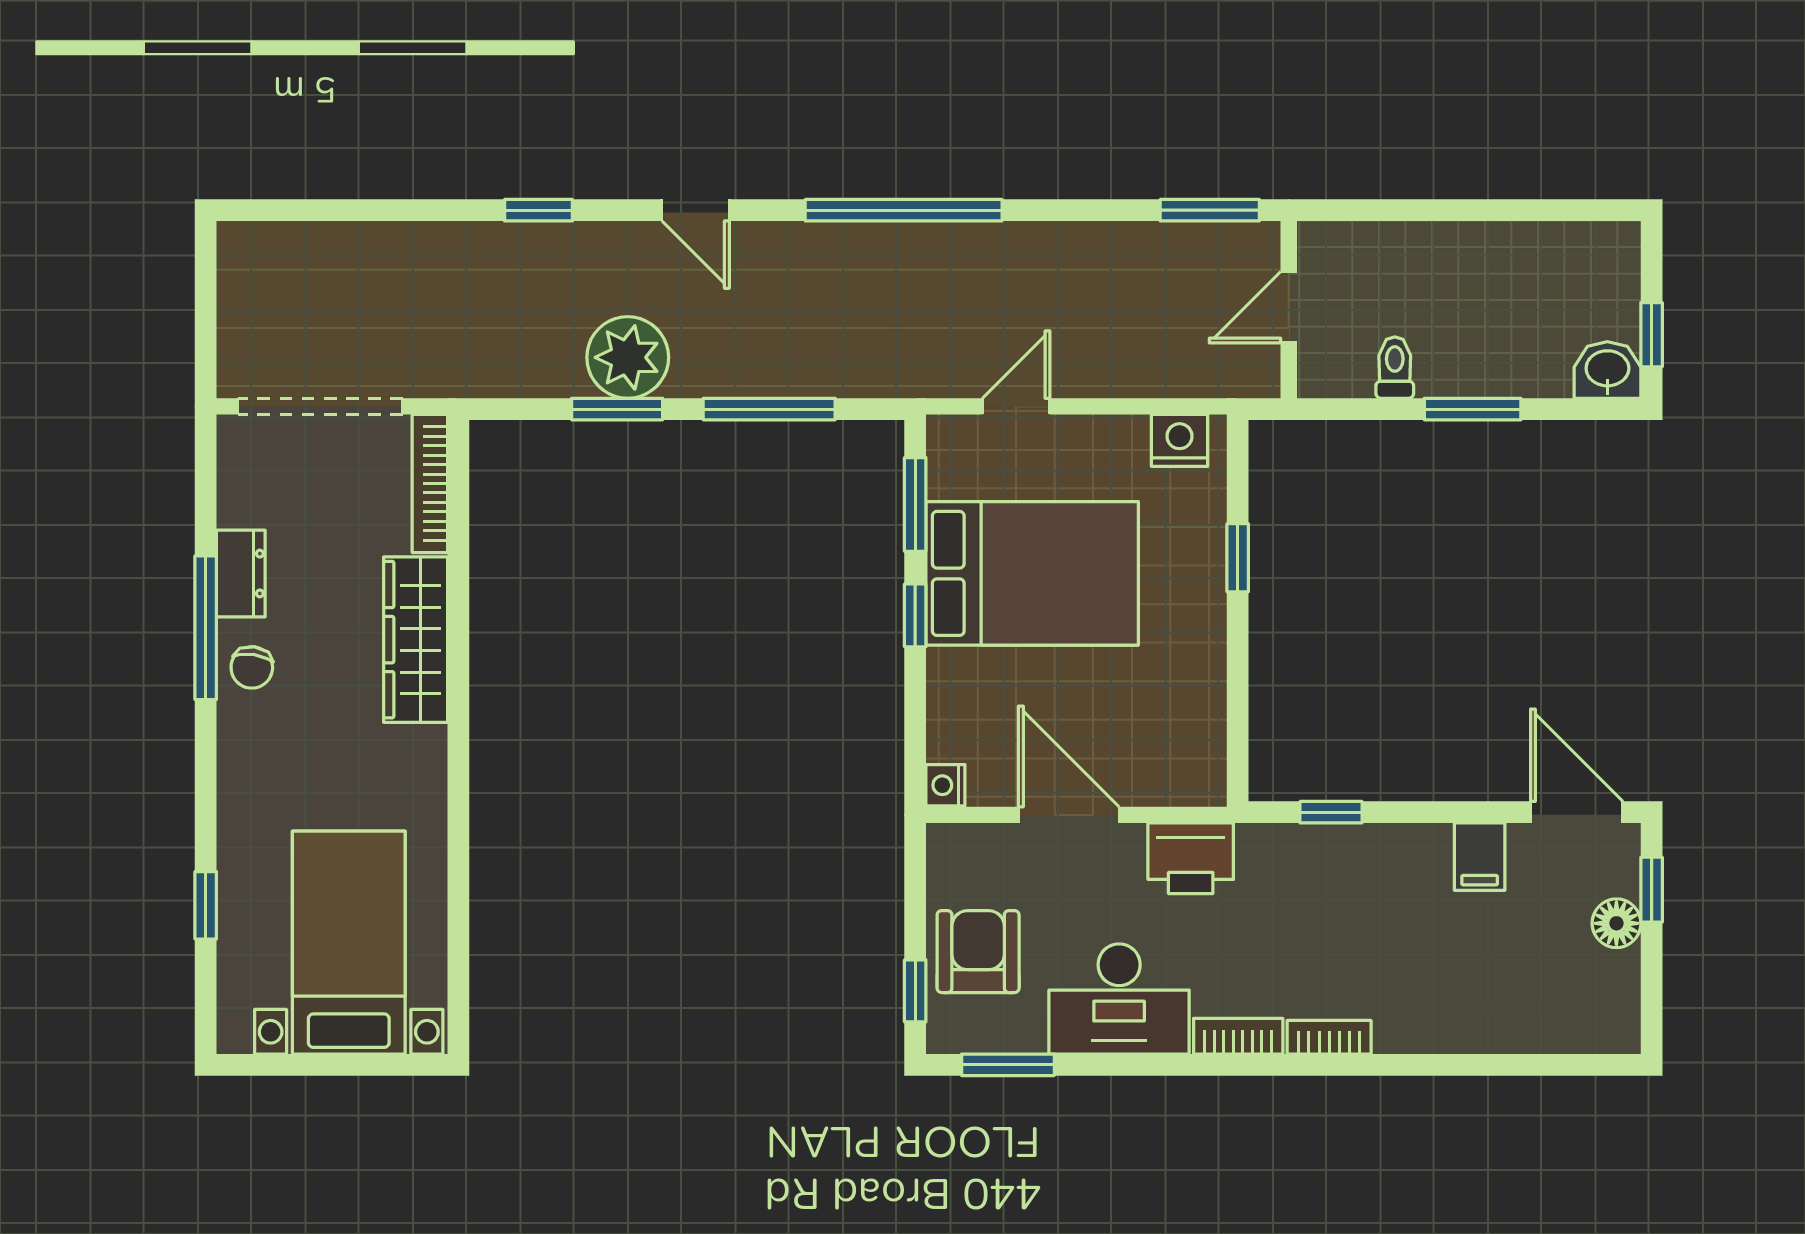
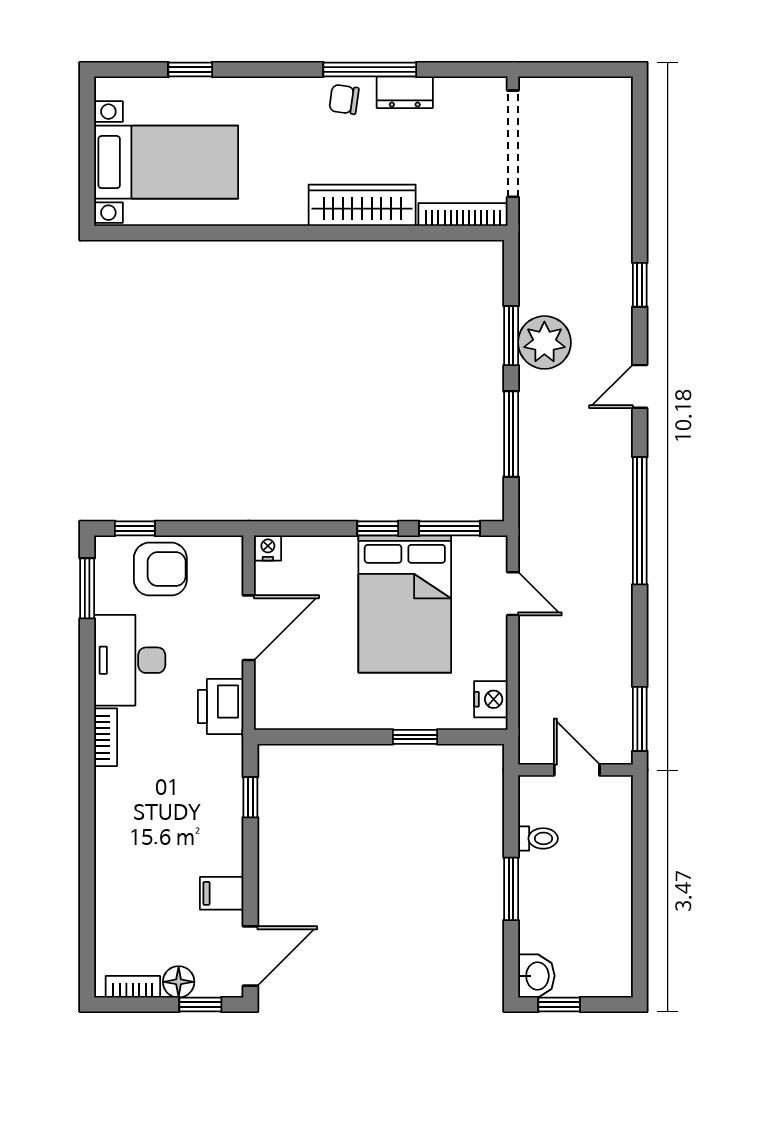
bookcase: (1329, 1037) -> (133, 987), moved, turned -90

